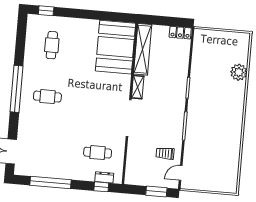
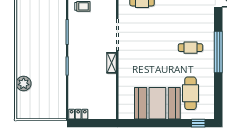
cafe table: (52, 45) -> (190, 93), width x1.37, depth x1.35
booth: (116, 47) -> (157, 103), moved, turned 90
shelving: (143, 49) -> (110, 96), removed

